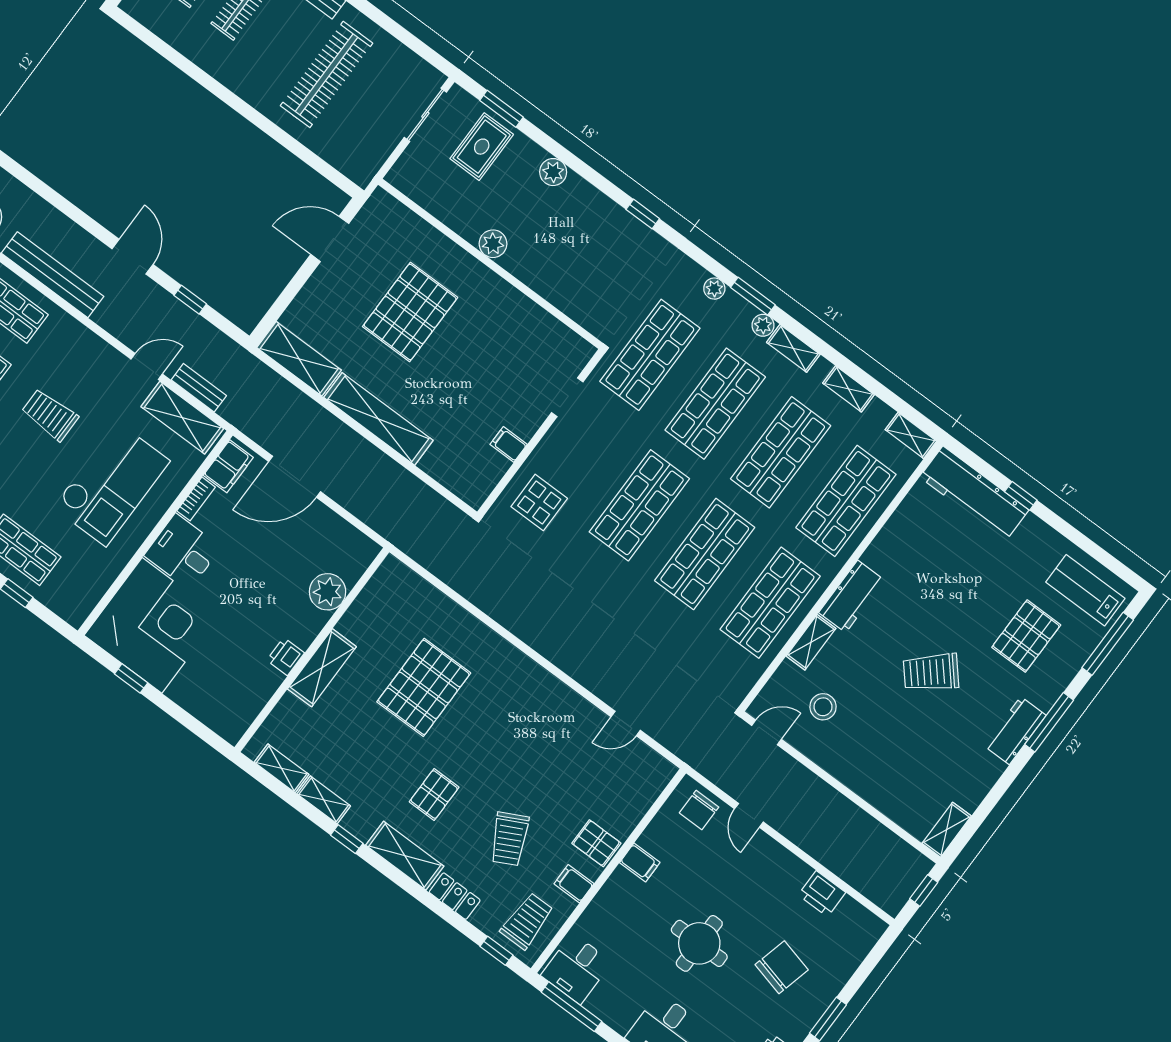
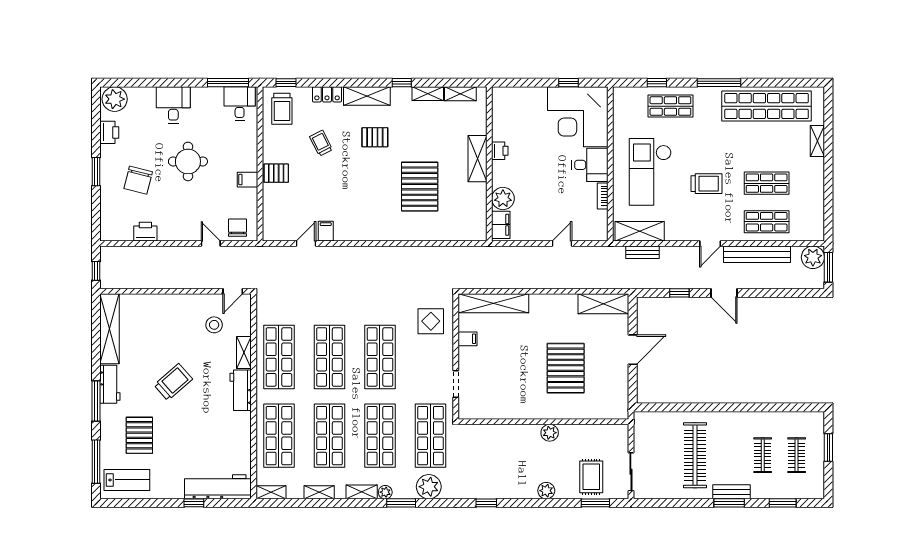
door: (330, 239) -> (633, 350), moved
plant: (714, 289) -> (429, 487), width x1.88, depth x1.88
door: (147, 366) -> (710, 243), moved
shelving: (378, 419) -> (493, 303), moved
filing cabinet: (228, 466) -> (501, 225), moved, turned 180
door: (295, 477) -> (562, 243), width x0.53
pallet: (434, 794) -> (375, 137), turned 90
shelving: (947, 830) -> (110, 329), width x2.20, depth x1.33
trolley: (509, 839) -> (321, 143), width x0.73, depth x0.72
filing cabinet: (574, 884) -> (326, 231), moved, turned -90

